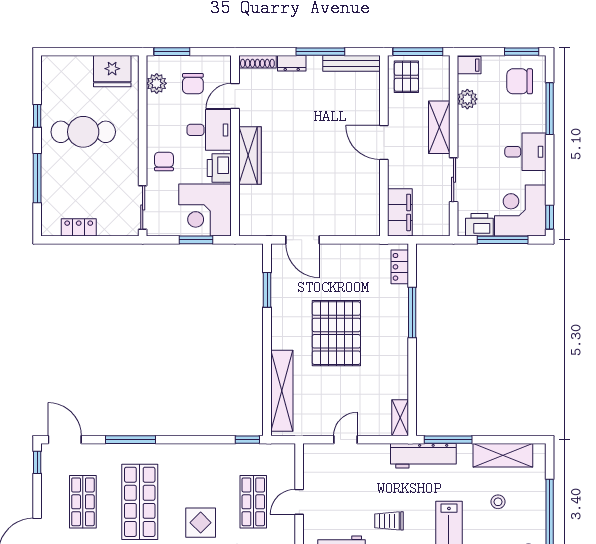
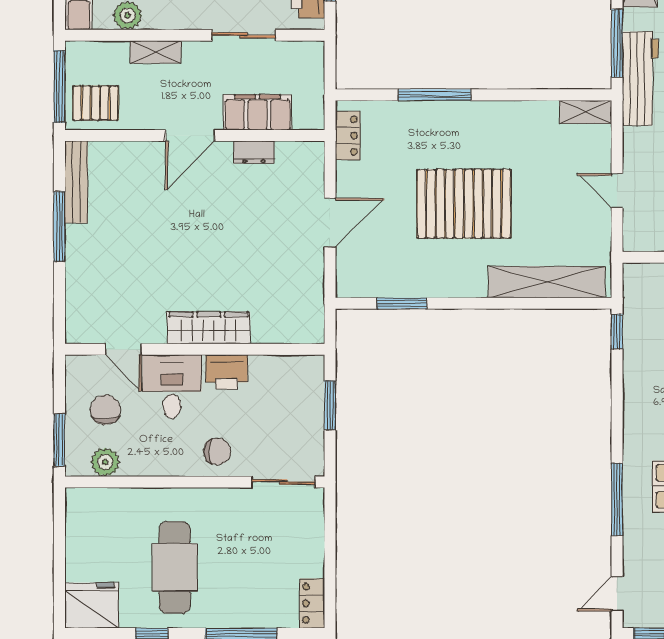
shoe rack: (257, 62) -> (74, 317), removed
dresser: (292, 63) -> (254, 152), moved, turned 90
fridge: (112, 71) -> (92, 605), moved, turned -90
chair: (193, 84) -> (105, 410), turned -90
shelving: (439, 127) -> (155, 52), width x0.67, depth x0.75
chair: (164, 161) -> (217, 451), turned 180
corner desk: (205, 210) -> (287, 392), removed
filing cabinet: (400, 212) -> (258, 112), moved
locker: (79, 227) -> (312, 603), moved
door: (303, 240) -> (330, 222), moved
locker: (400, 267) -> (348, 136), moved, turned -90
door: (65, 440) -> (617, 594), width x0.73

